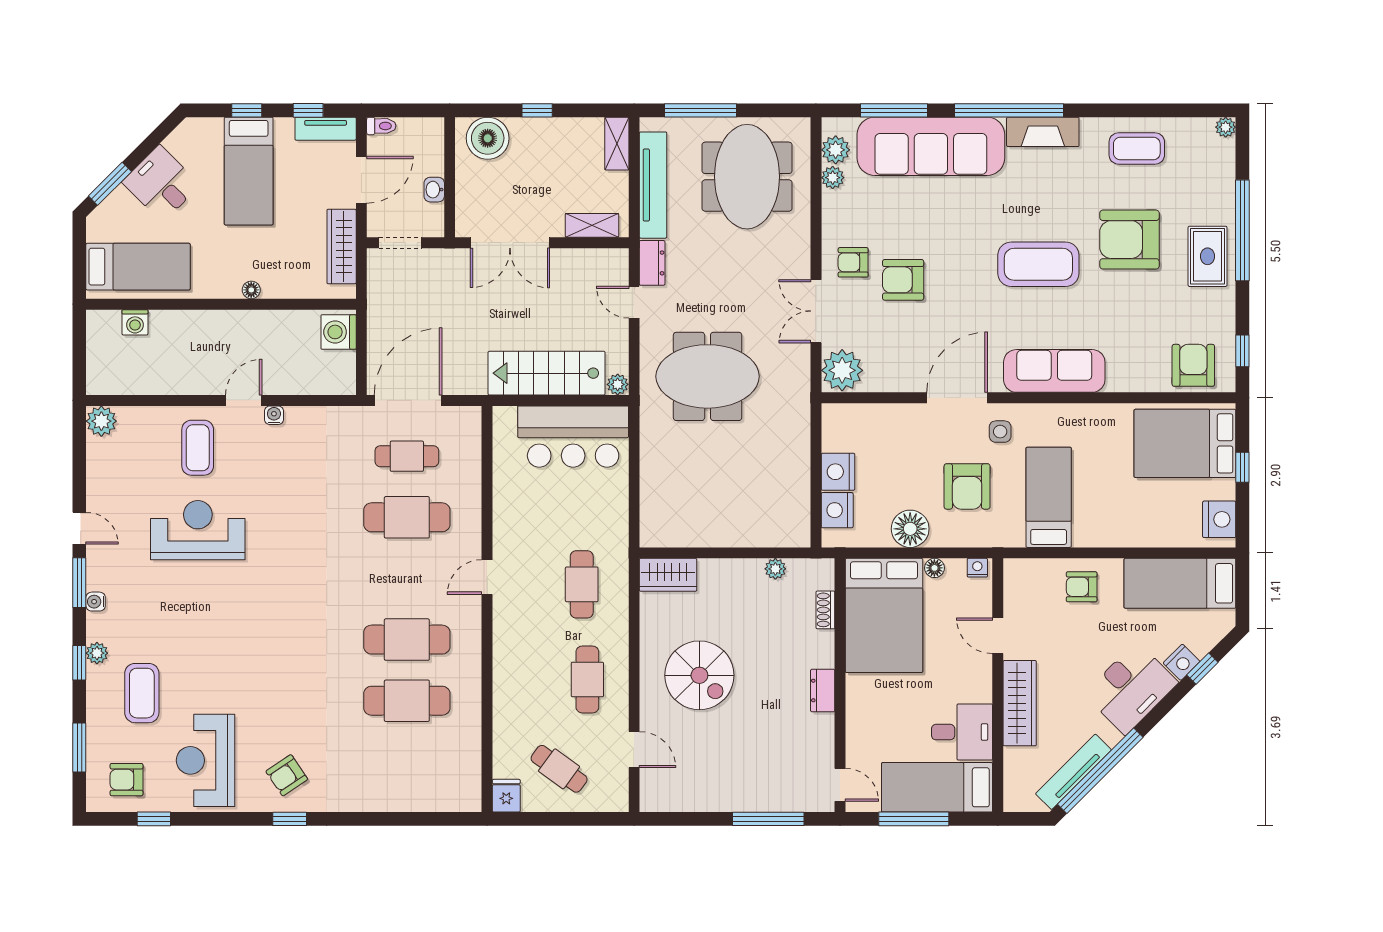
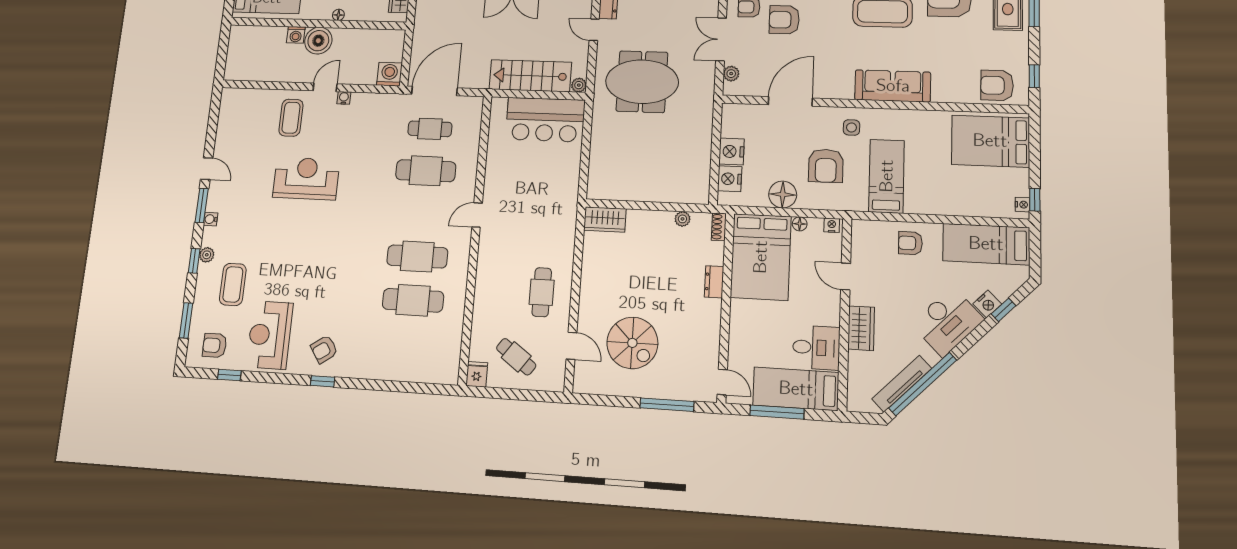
washing machine: (135, 322) -> (296, 35), moved
boiler: (225, 330) -> (318, 41), added
washing machine: (339, 332) -> (389, 74), moved, turned 90
armchair: (1193, 365) -> (997, 85), turned -90
plant: (842, 370) -> (731, 74), width x0.53, depth x0.53
door: (957, 398) -> (790, 101), moved
plant: (101, 421) -> (231, 98), removed
window: (1242, 467) -> (1035, 200), moved
nightstand: (1219, 519) -> (1022, 205), width x0.53, depth x0.56
reception desk: (198, 530) -> (306, 178), moved
cafe table: (582, 584) -> (543, 223), removed
shoe rack: (825, 610) -> (719, 227), moved
spiral stairs: (699, 675) -> (632, 343), moved
dresser: (823, 690) -> (714, 282), moved
wardrobe: (1020, 703) -> (861, 328), width x0.67

